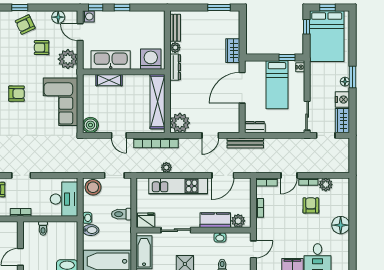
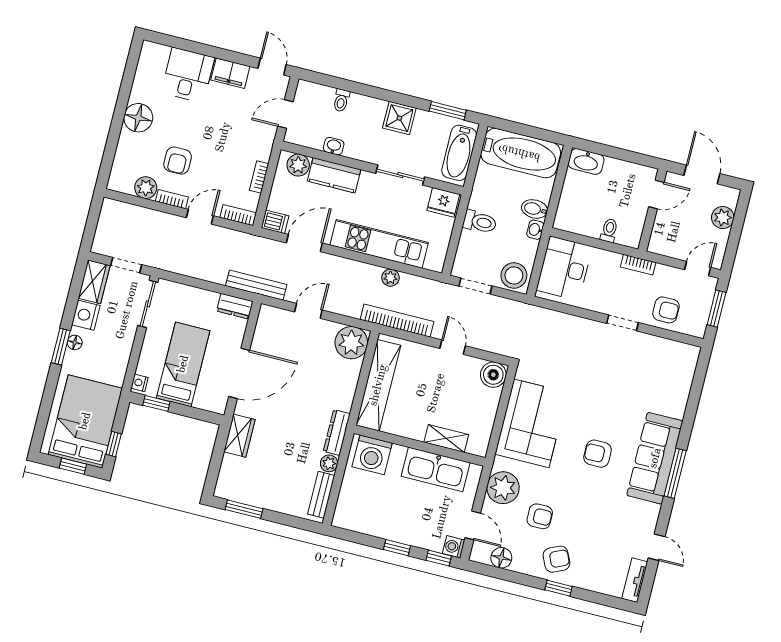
dishwasher: (244, 184) -> (275, 222), added

